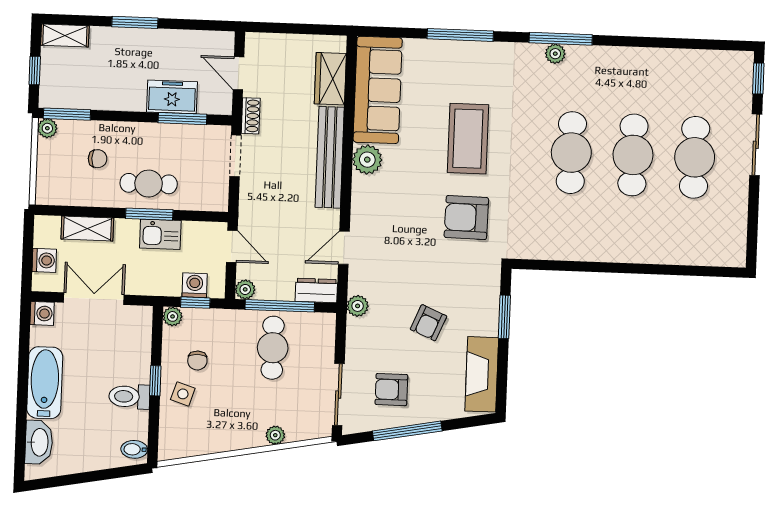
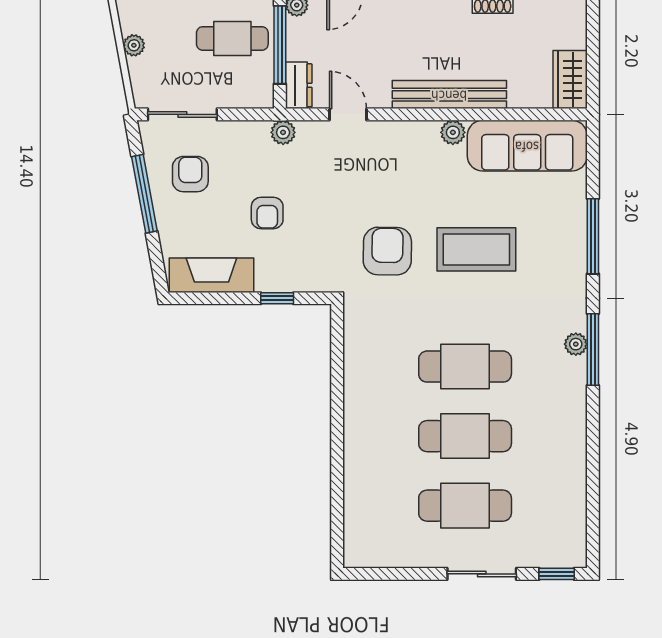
wardrobe: (330, 79) -> (570, 80), moved, turned -90
plant: (367, 160) -> (453, 132), width x0.73, depth x0.73
window: (504, 317) -> (277, 298), width x0.67
armchair: (429, 323) -> (267, 213), turned -113

